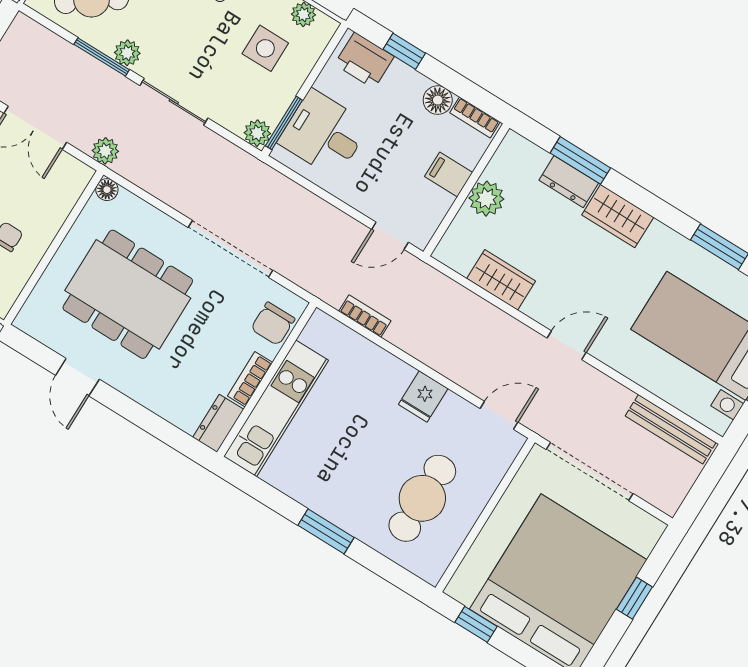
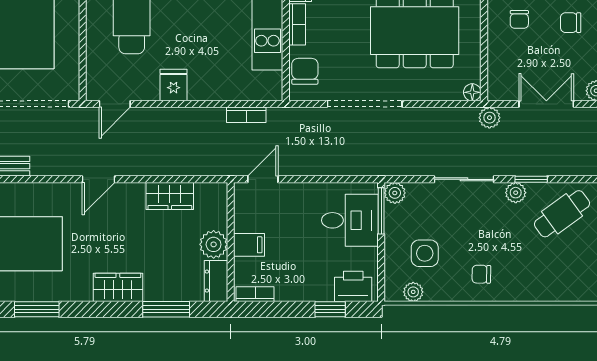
window: (102, 57) -> (531, 179), width x0.67
floor lamp: (438, 100) -> (287, 290), removed
dresser: (569, 182) -> (216, 281), moved, turned -90

